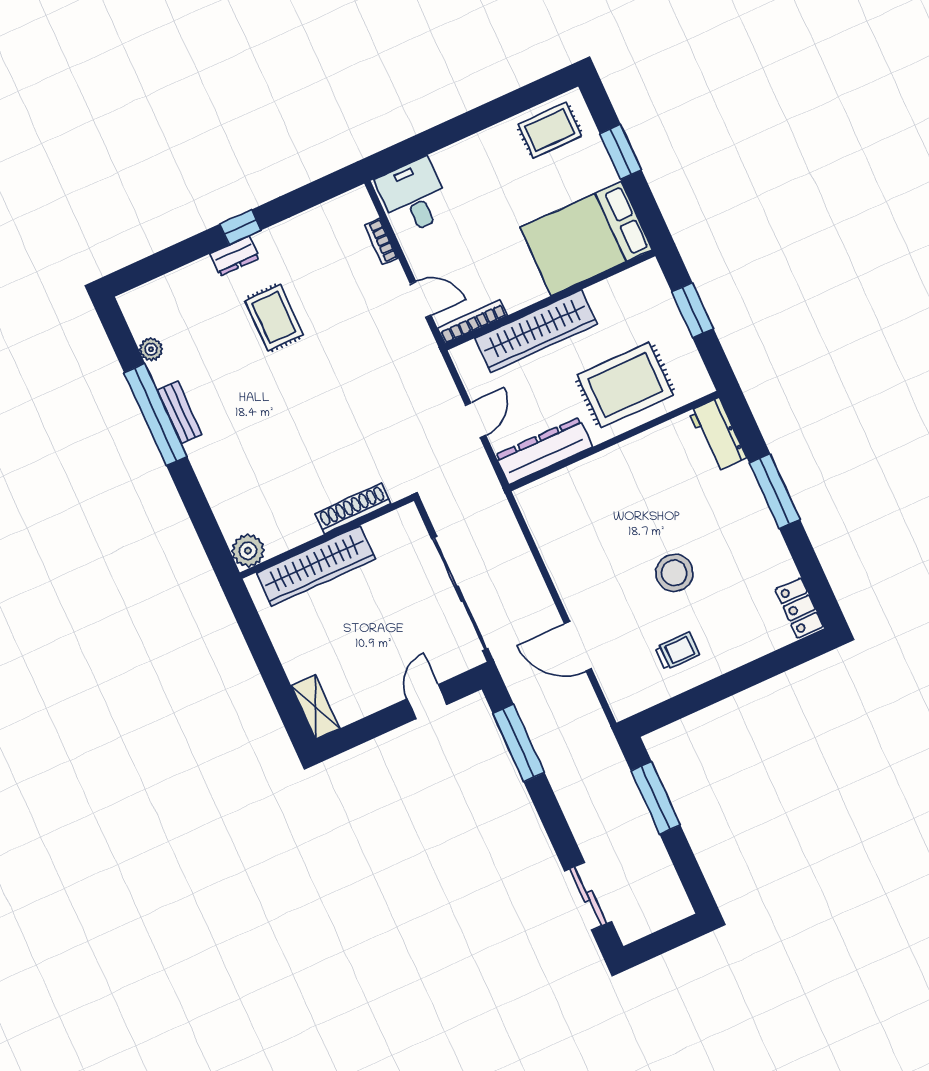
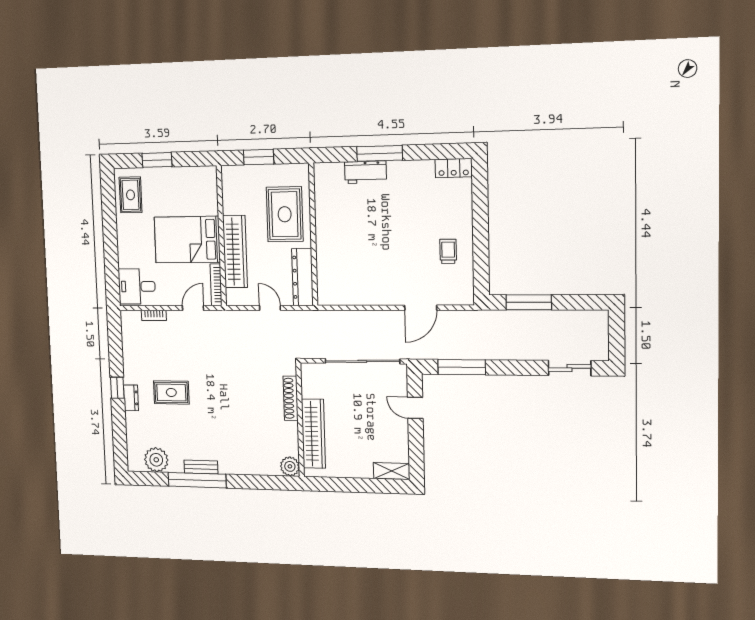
bed: (586, 239) -> (187, 240), moved, turned 90
plant: (151, 349) -> (156, 460), width x1.87, depth x1.87
workbench: (717, 435) -> (365, 172), moved
stool: (674, 573) -> (402, 233), removed

